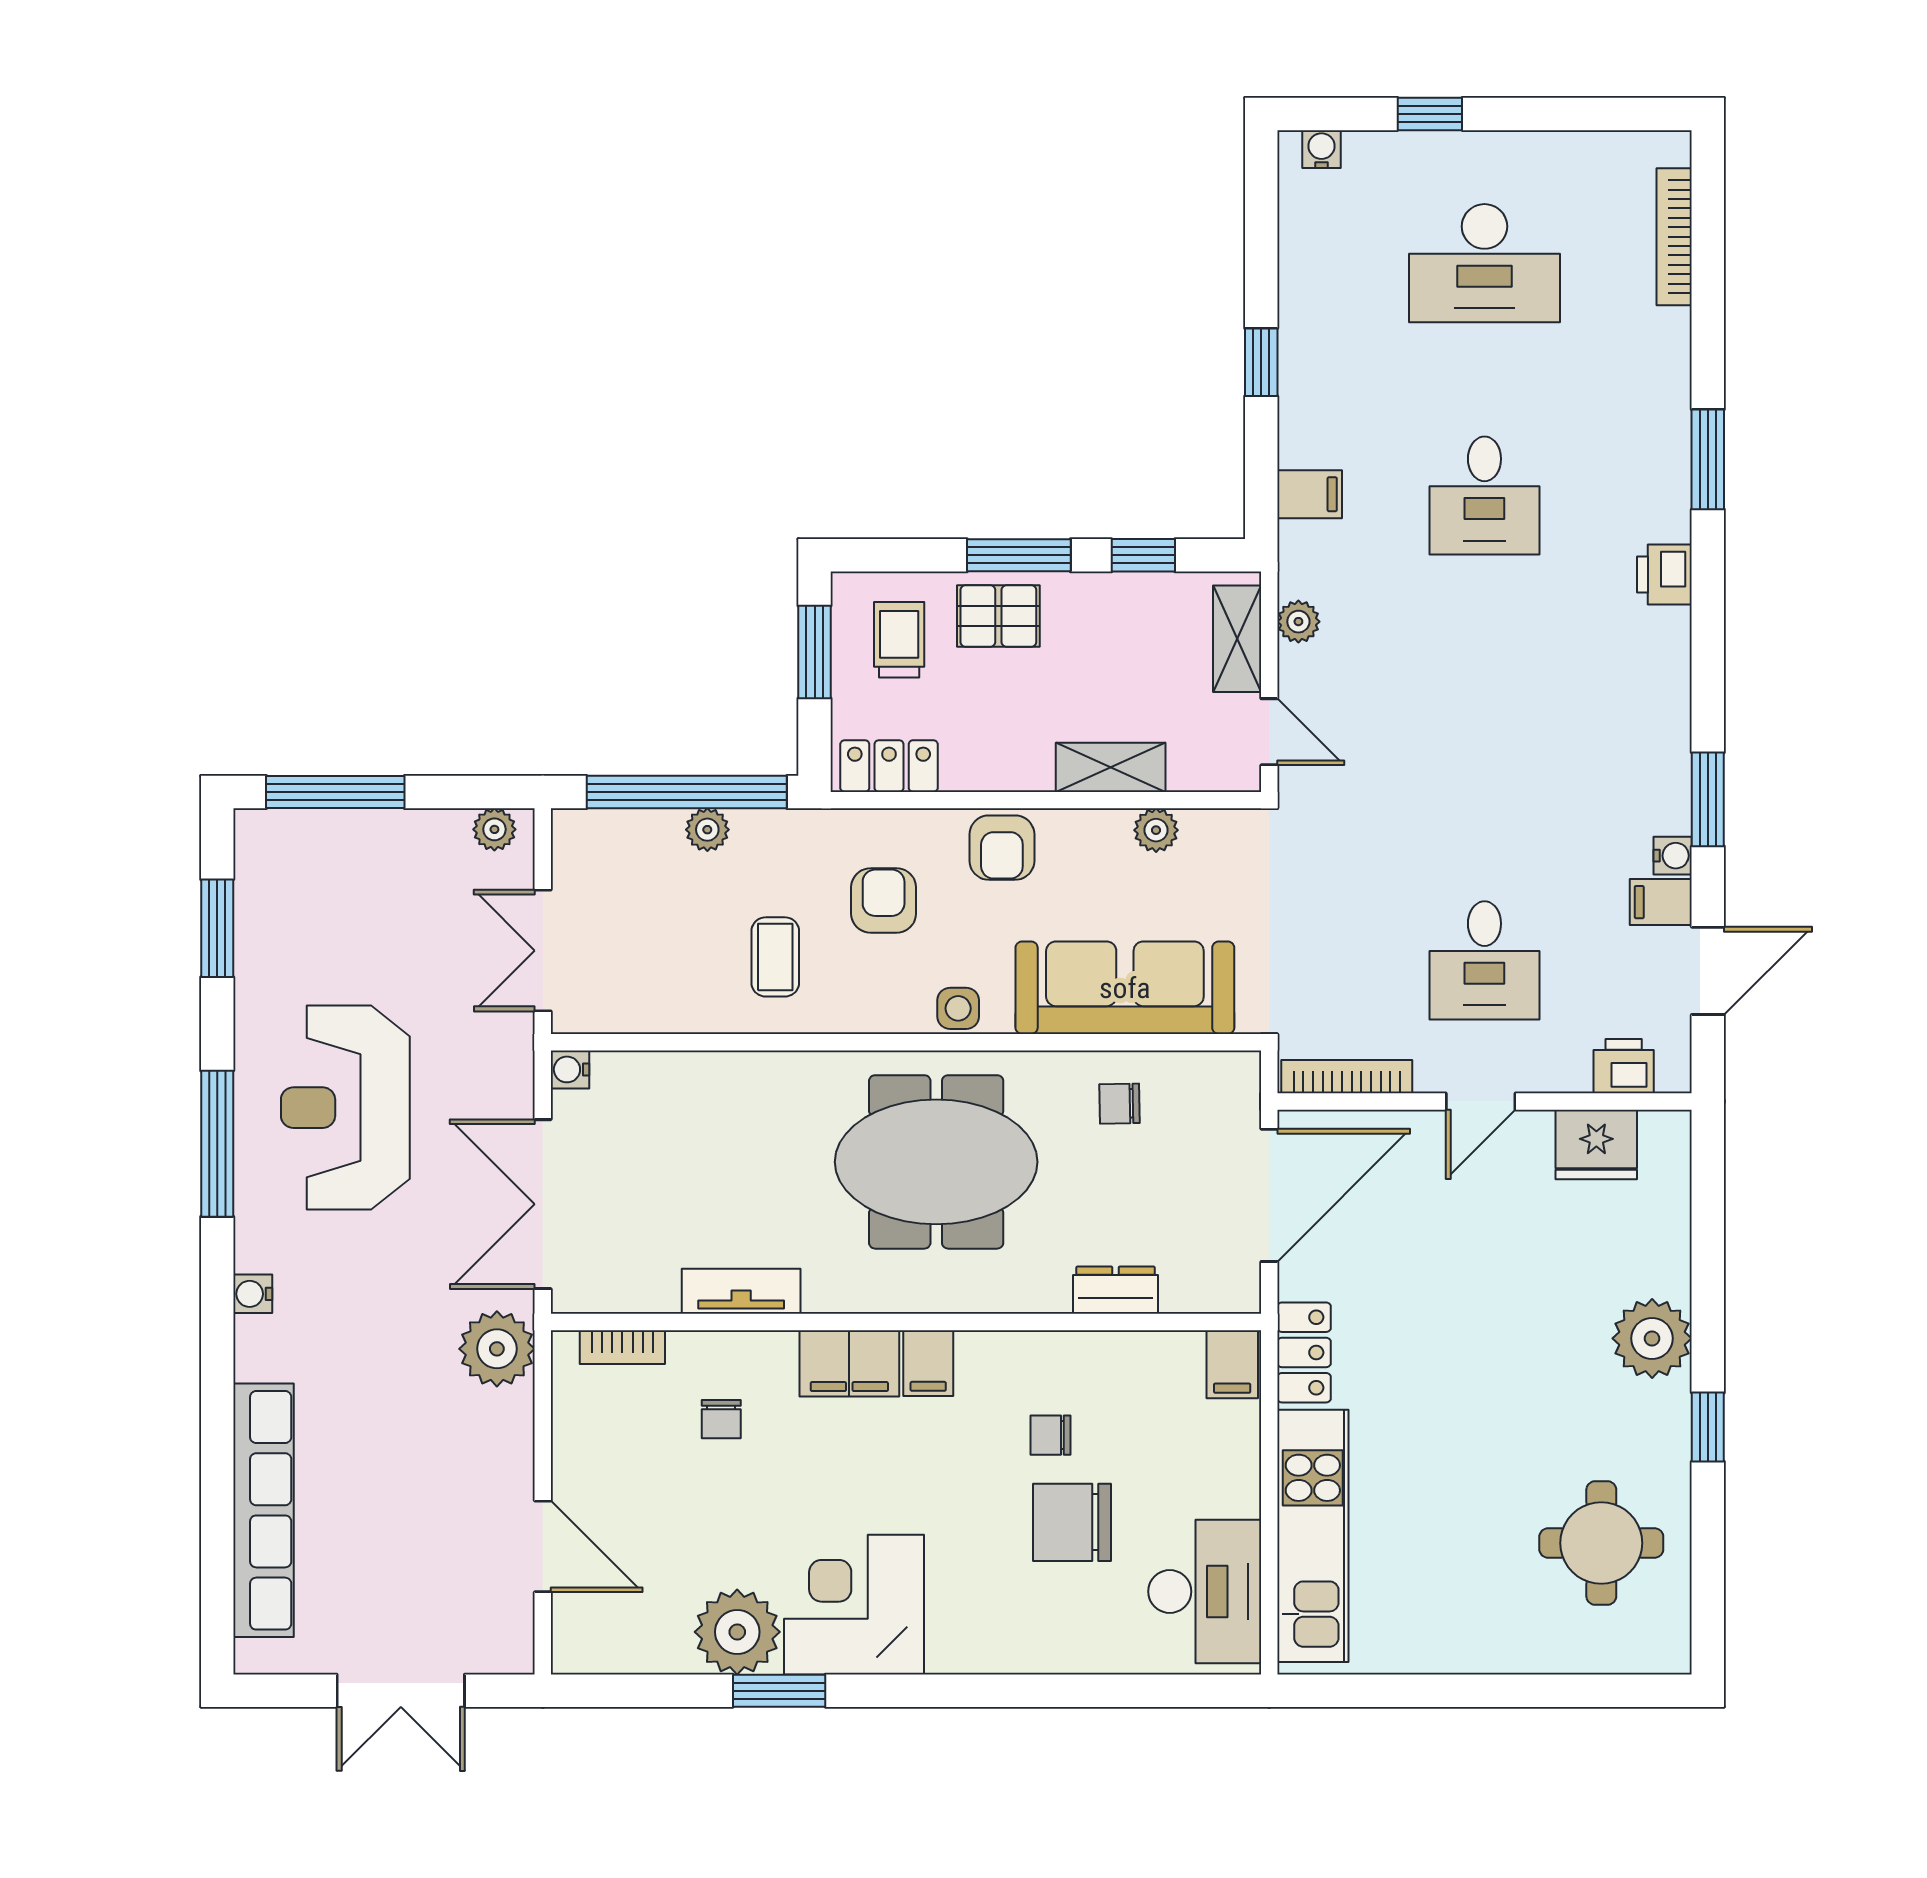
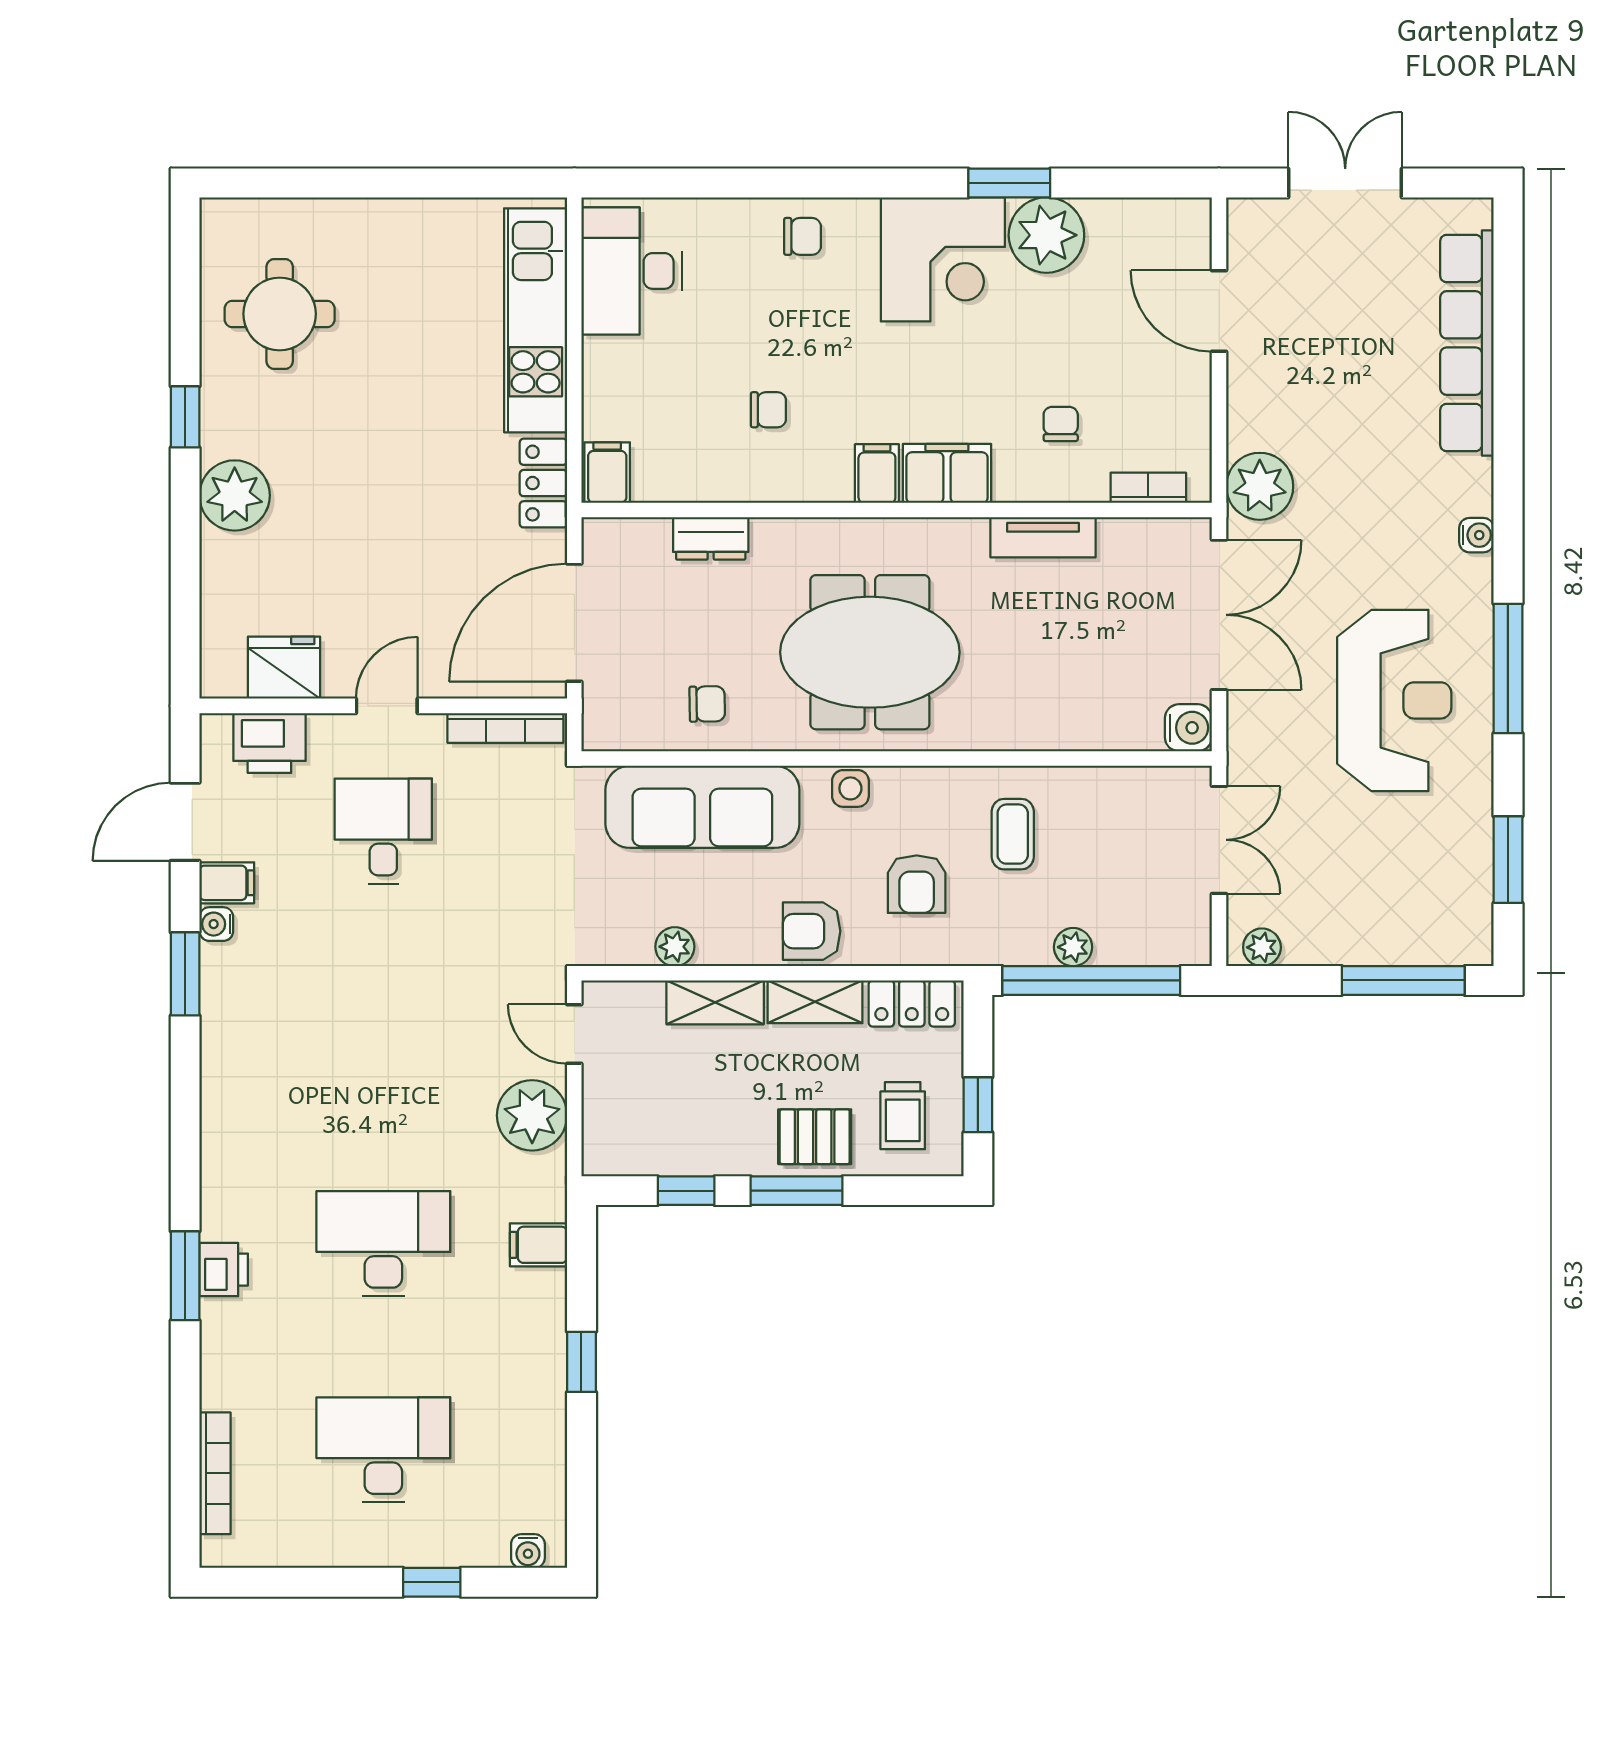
desk: (1484, 496) -> (383, 1244), width x1.37
printer: (1664, 574) -> (224, 1270), moved
plant: (1298, 622) -> (532, 1115), width x1.87, depth x1.87
shelving: (1237, 639) -> (815, 1002), moved, turned 90
window: (815, 652) -> (978, 1105), width x0.67
armchair: (1002, 848) -> (812, 931), turned -90
printer: (1624, 1066) -> (269, 743), width x1.36, depth x1.24
water cooler: (570, 1069) -> (1188, 728), width x1.38, depth x1.38
chair: (1072, 1522) -> (803, 236), moved, width x0.54, depth x0.54

